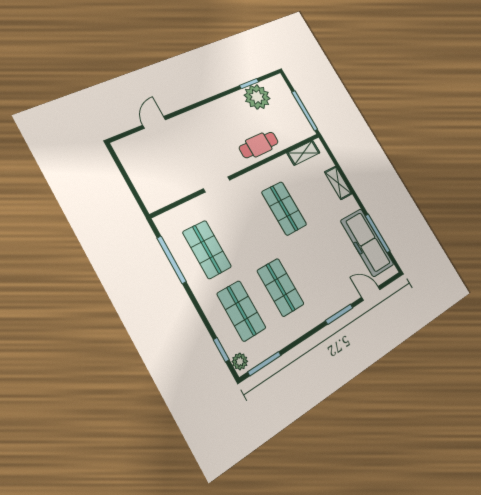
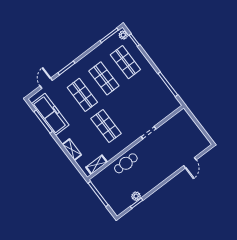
plant: (257, 97) -> (136, 196), width x0.53, depth x0.53
shop shelf: (207, 249) -> (82, 95), moved
door: (371, 293) -> (46, 83), swing flipped

